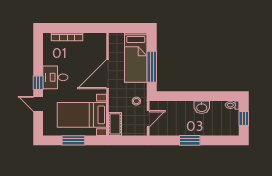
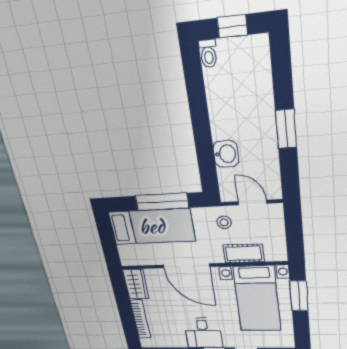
wardrobe: (95, 39) -> (136, 284), added
washbasin: (202, 107) -> (226, 154), moved
cot: (115, 124) -> (244, 253), moved
window: (73, 140) -> (299, 296), moved

